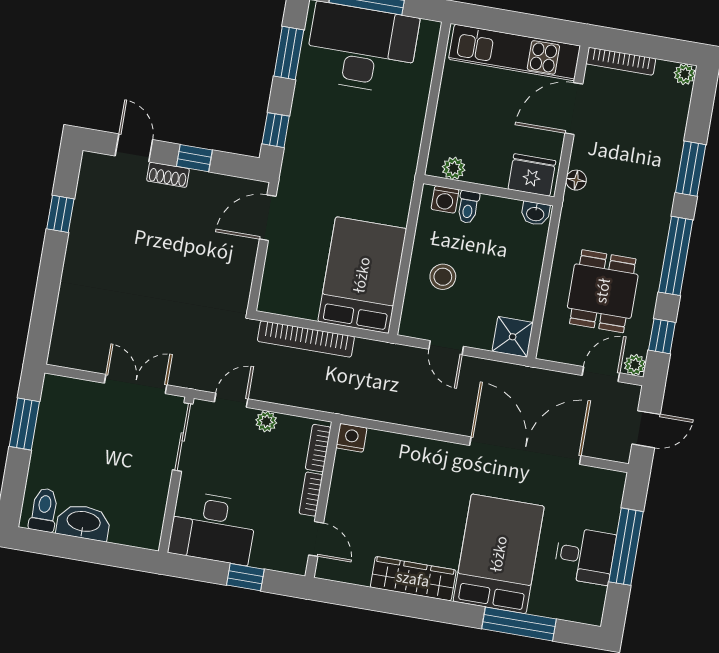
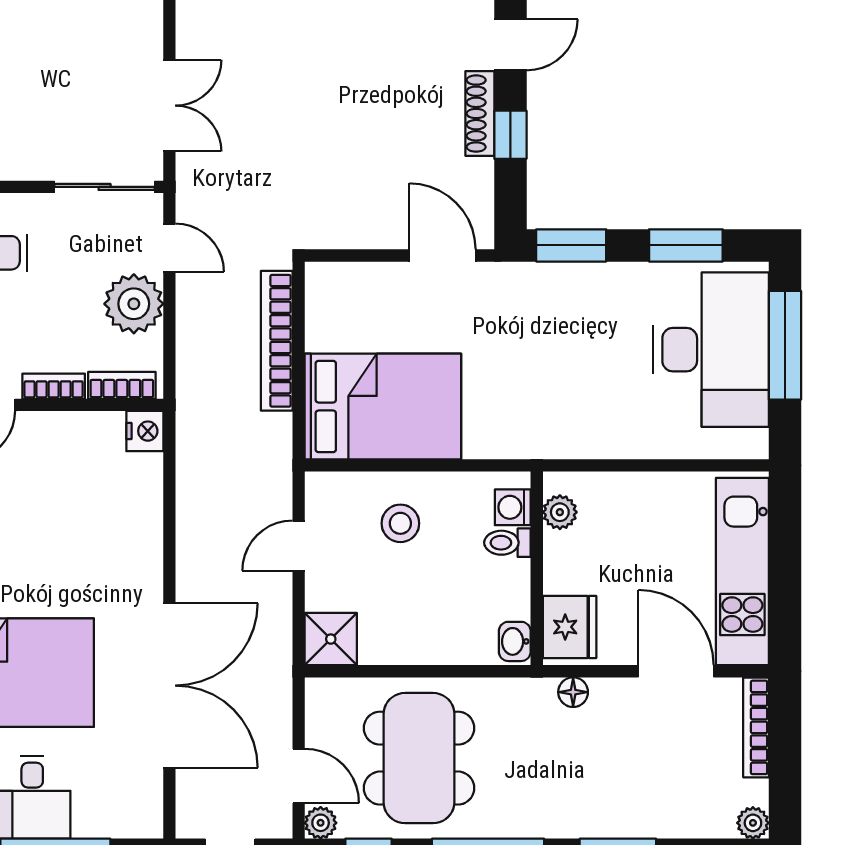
window: (276, 130) -> (571, 245), width x1.50
shoe rack: (168, 175) -> (480, 114), width x1.43
dining table: (603, 291) -> (419, 758), width x1.38
plant: (266, 421) -> (134, 304), width x1.88, depth x1.88

